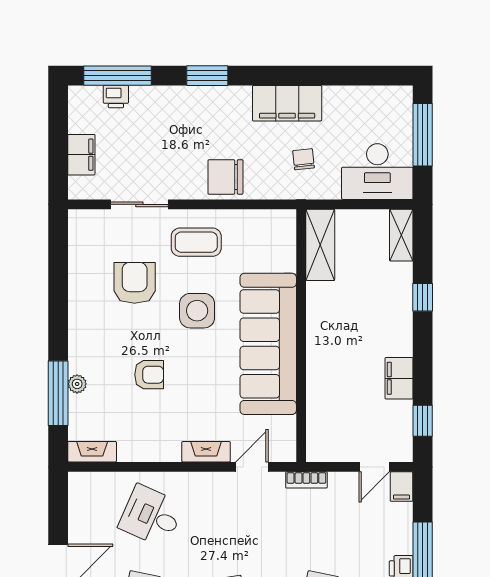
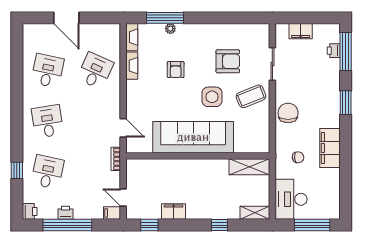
coffee table: (196, 242) -> (251, 96), turned 68
fireplace: (206, 452) -> (132, 66), moved

